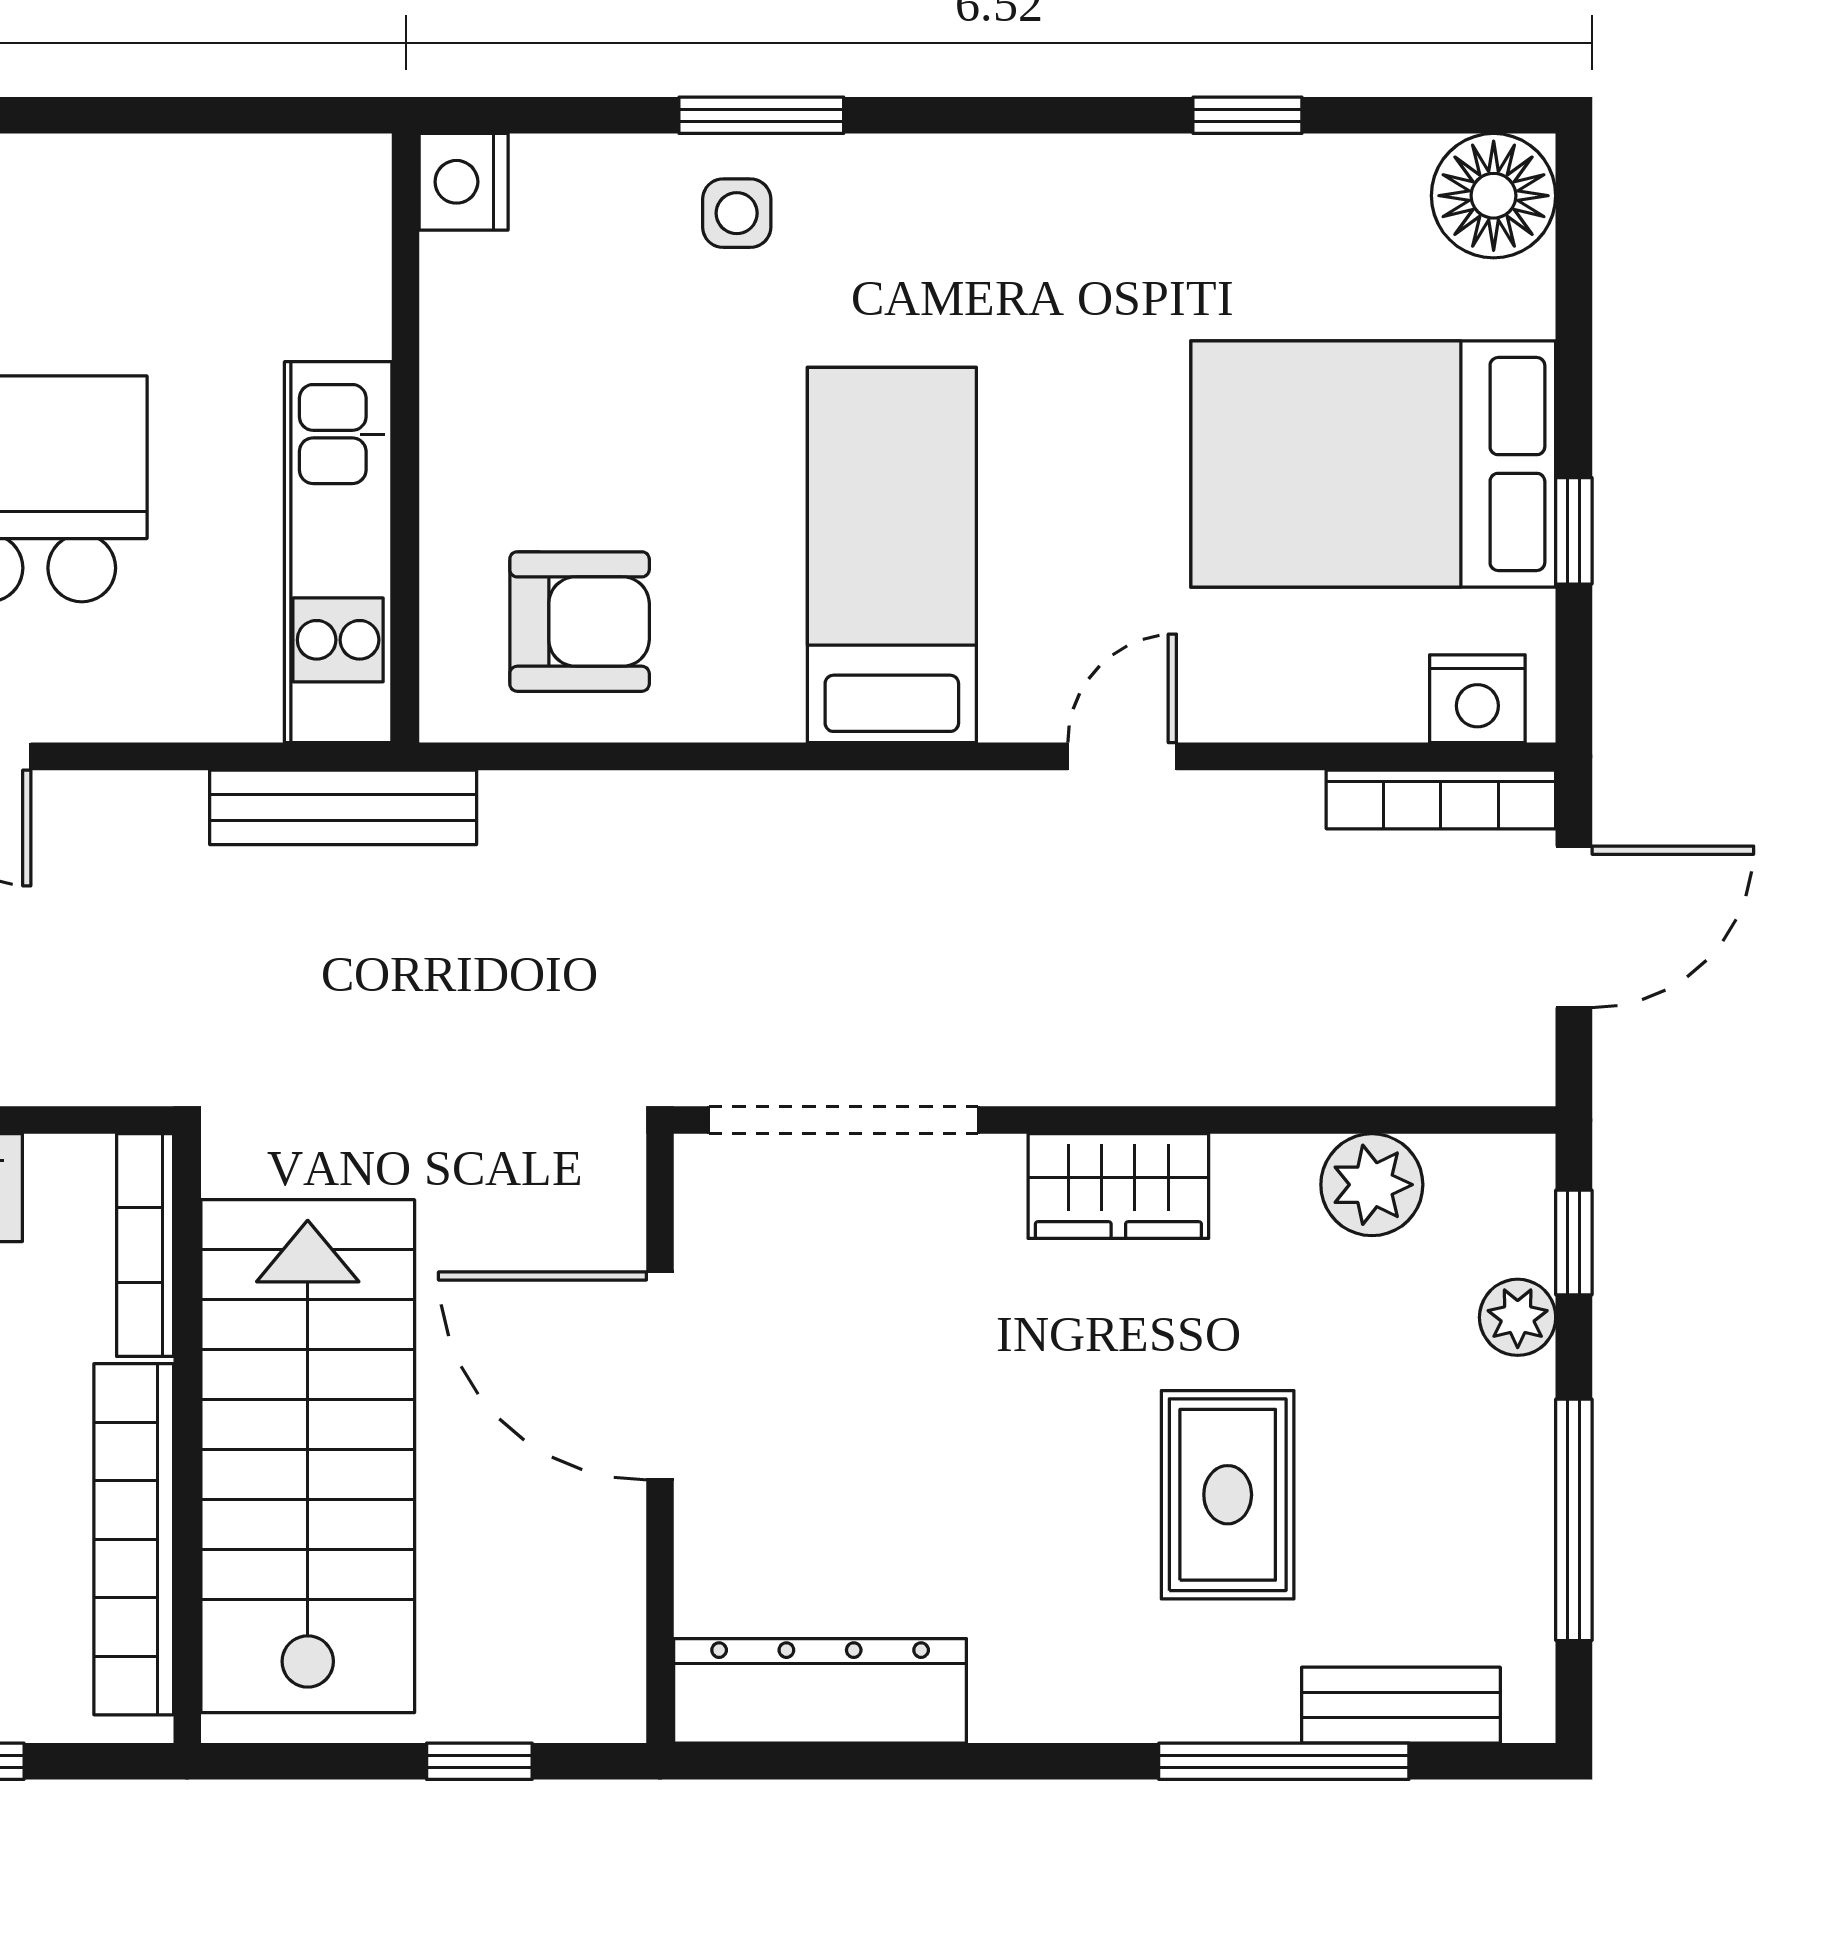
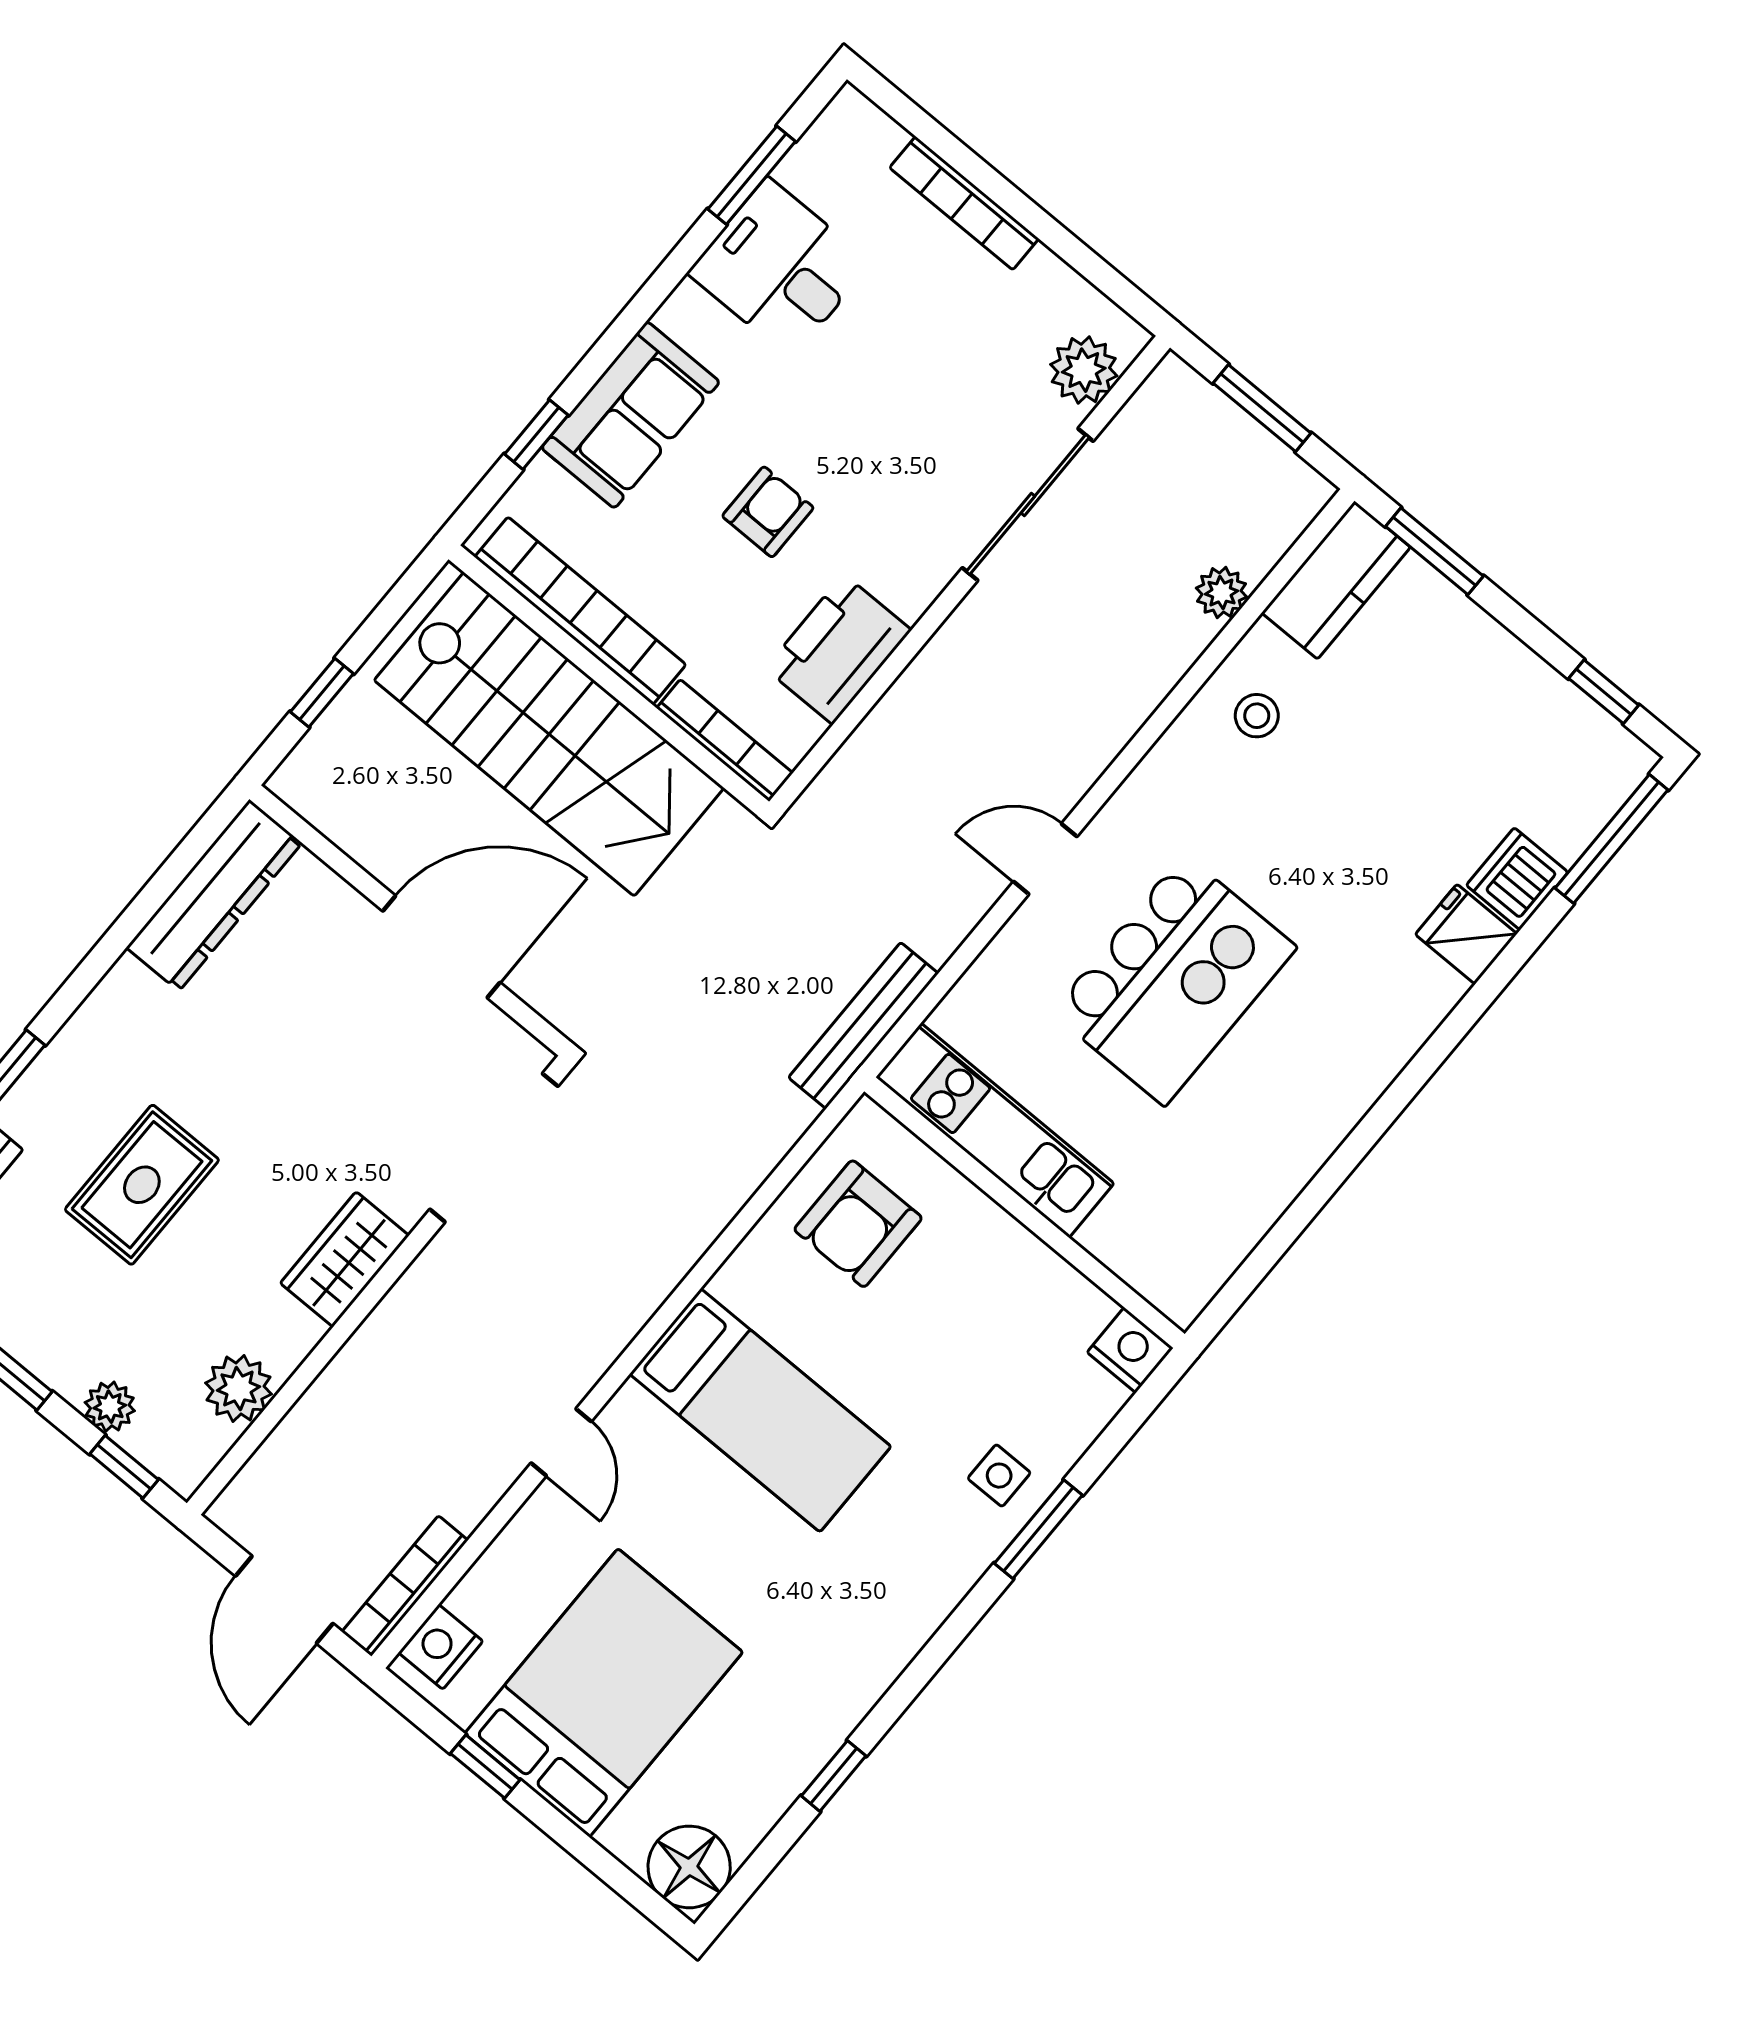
rug: (1228, 1495) -> (142, 1185), turned 90

